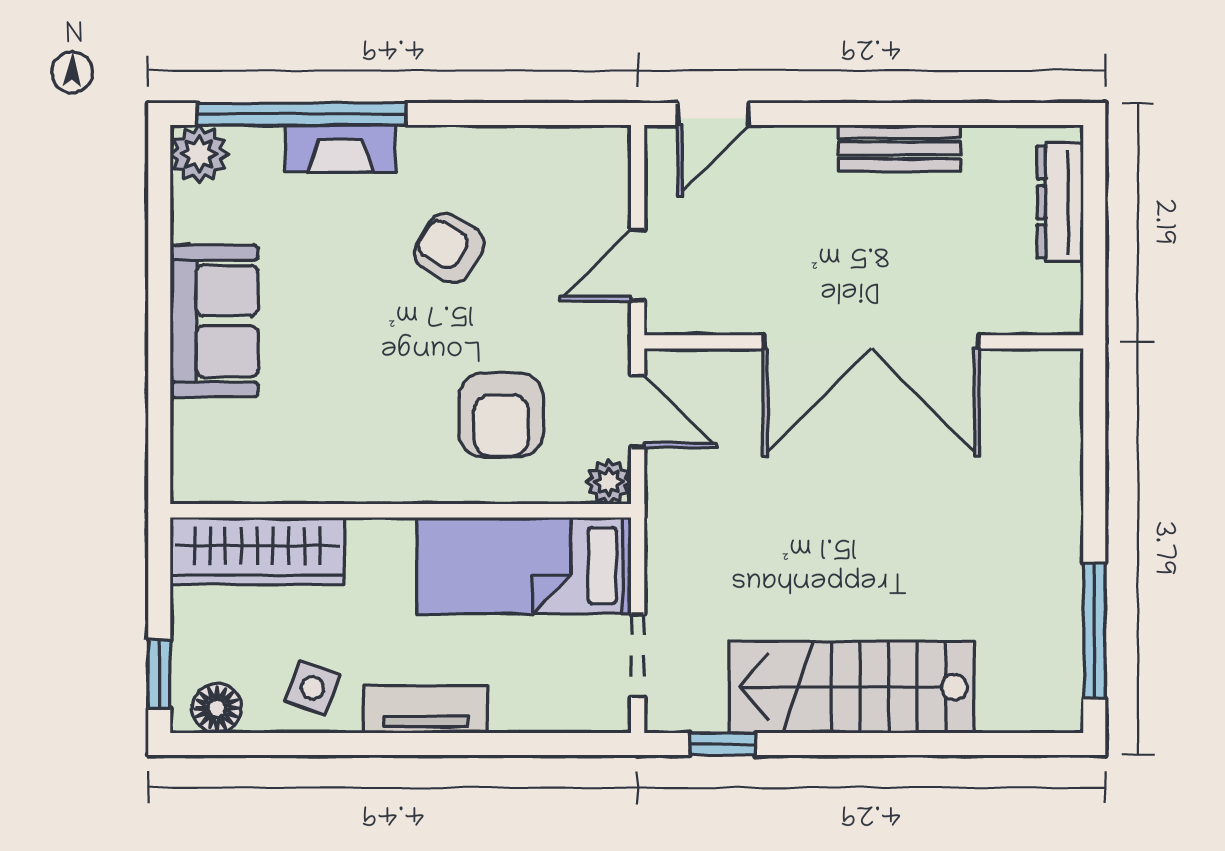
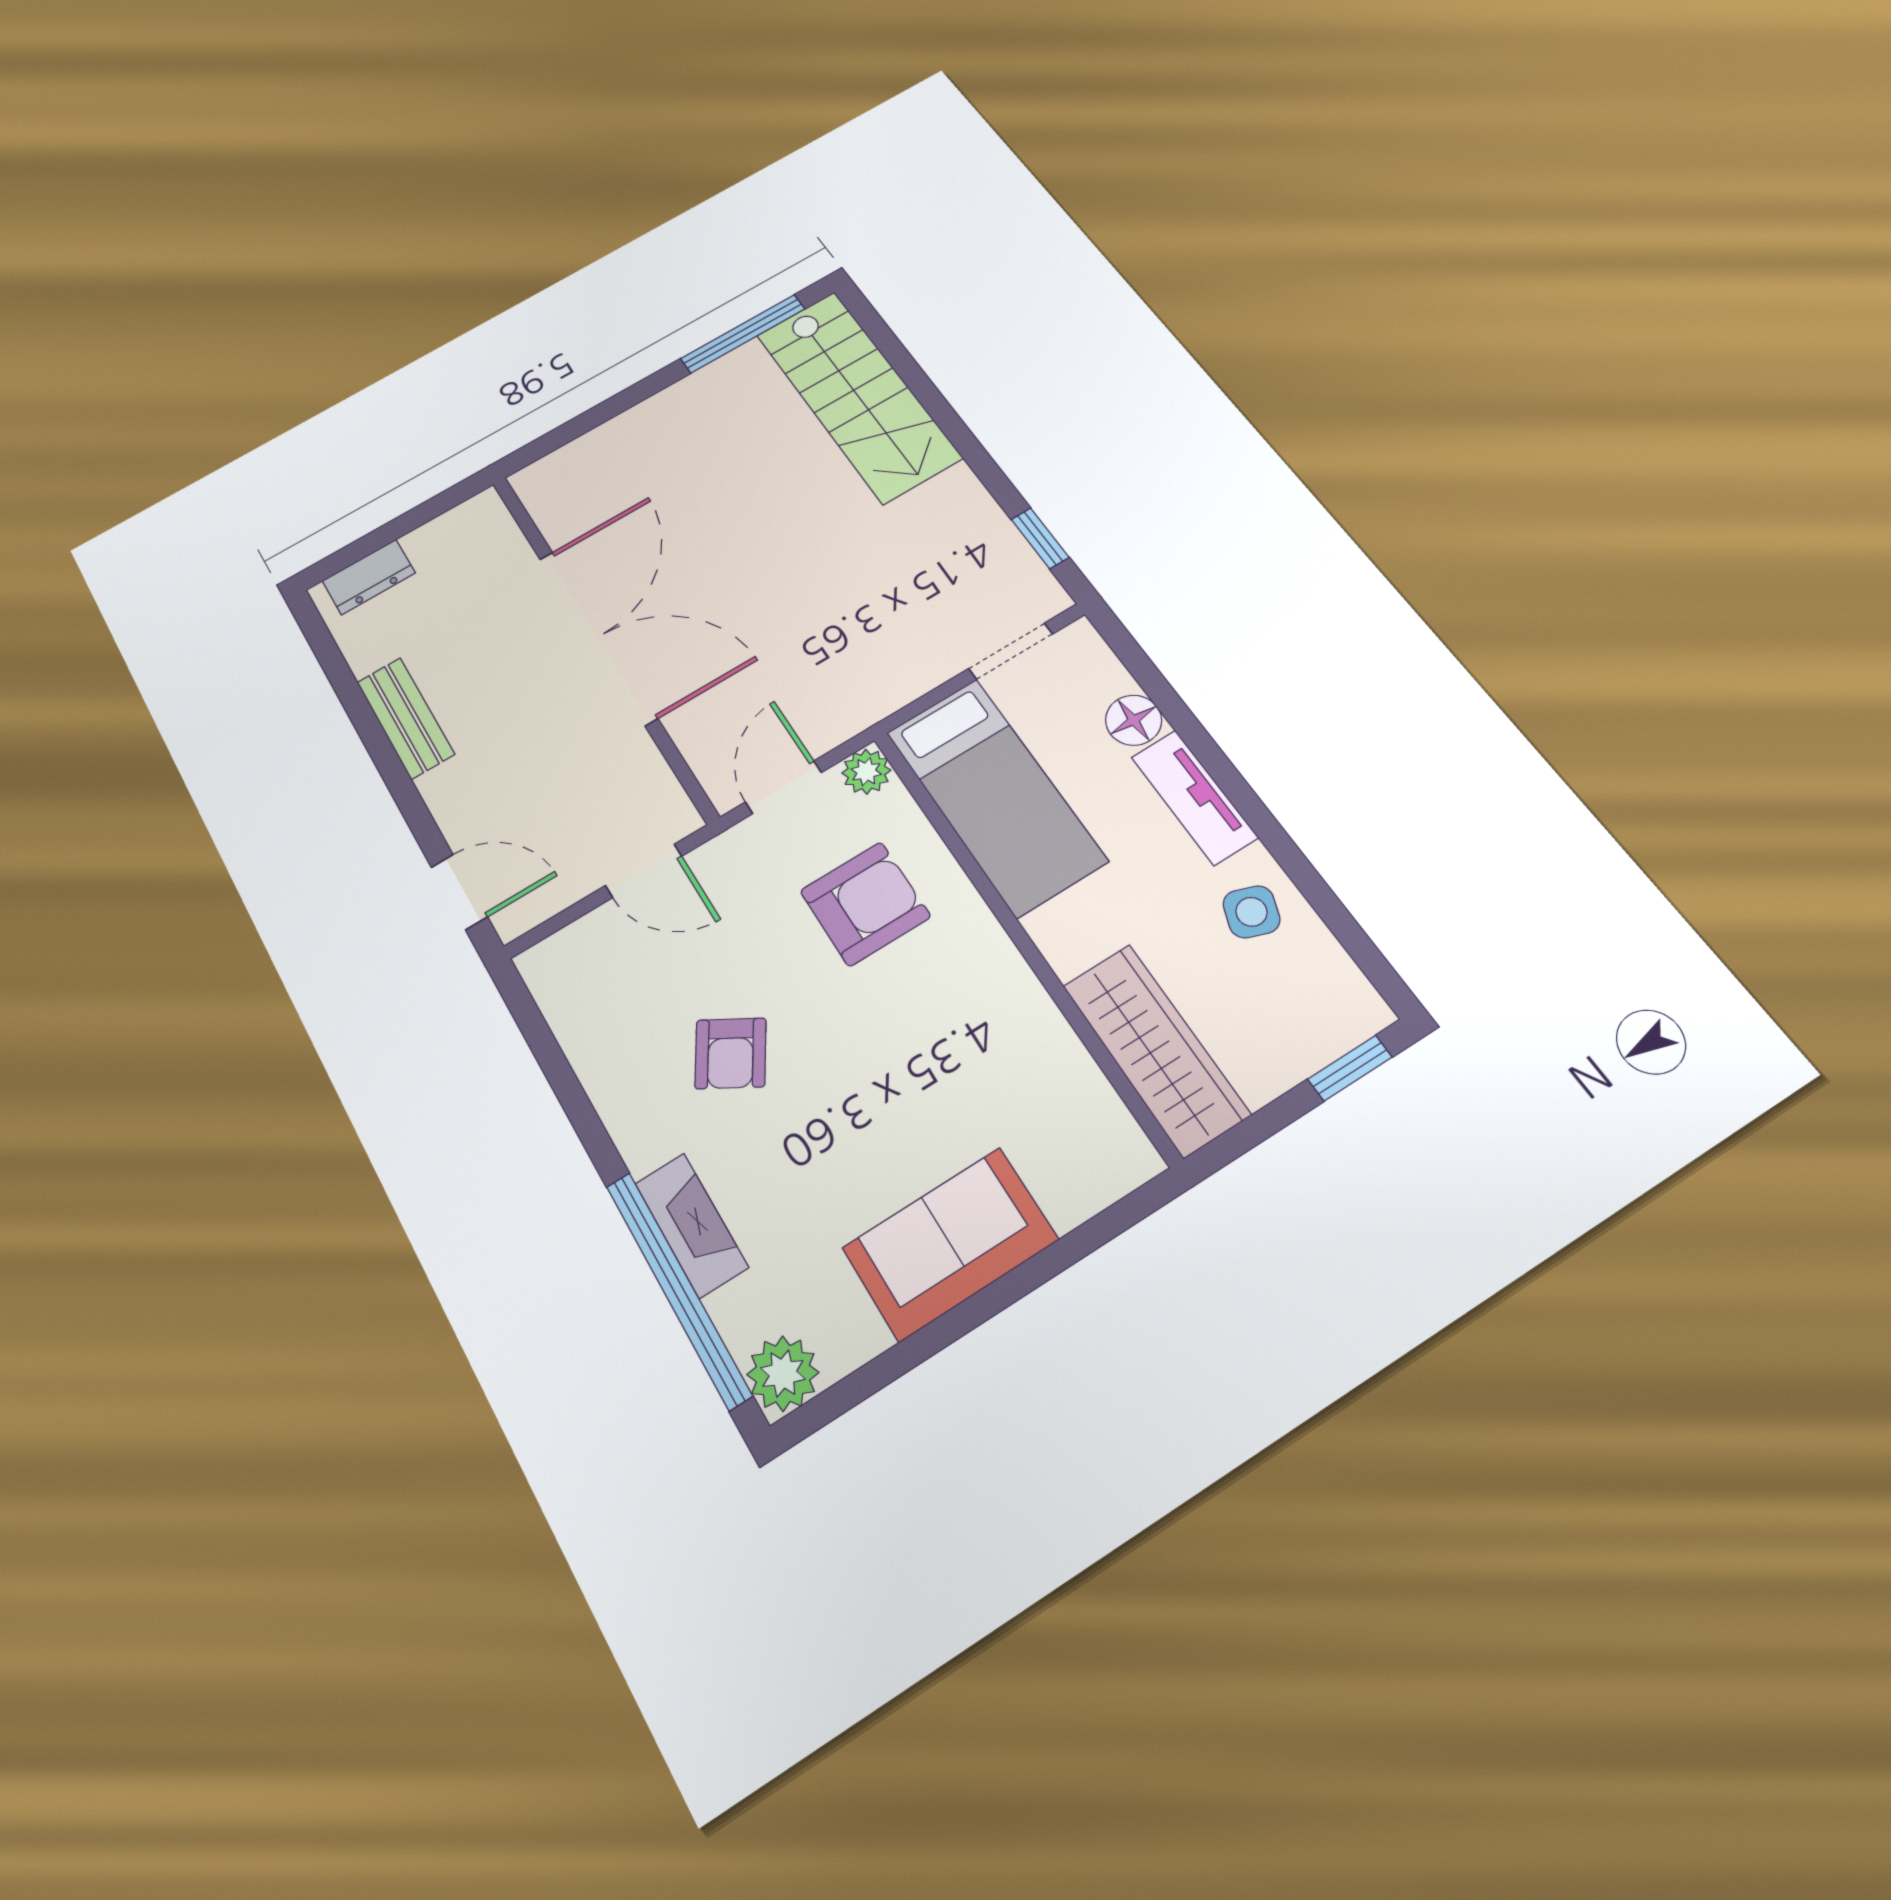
dresser: (1060, 202) -> (369, 577), width x0.70
stairs: (852, 687) -> (858, 396), moved
floor lamp: (217, 708) -> (1134, 720), moved

